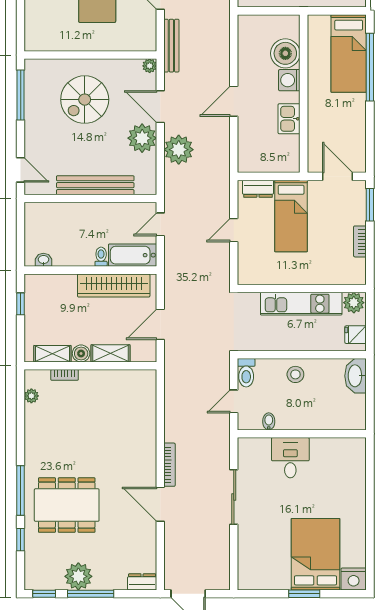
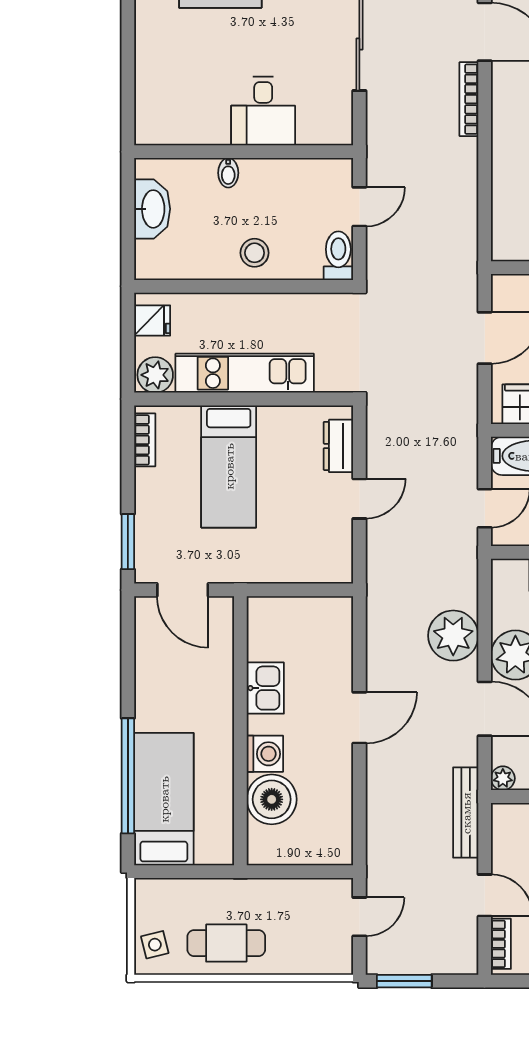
dresser: (258, 189) -> (338, 446), moved, turned -90
bed: (291, 216) -> (229, 466), moved, turned 180
bookcase: (360, 241) -> (145, 440), moved
washbasin: (356, 376) -> (152, 209), moved
bidet: (269, 421) -> (228, 173), moved

